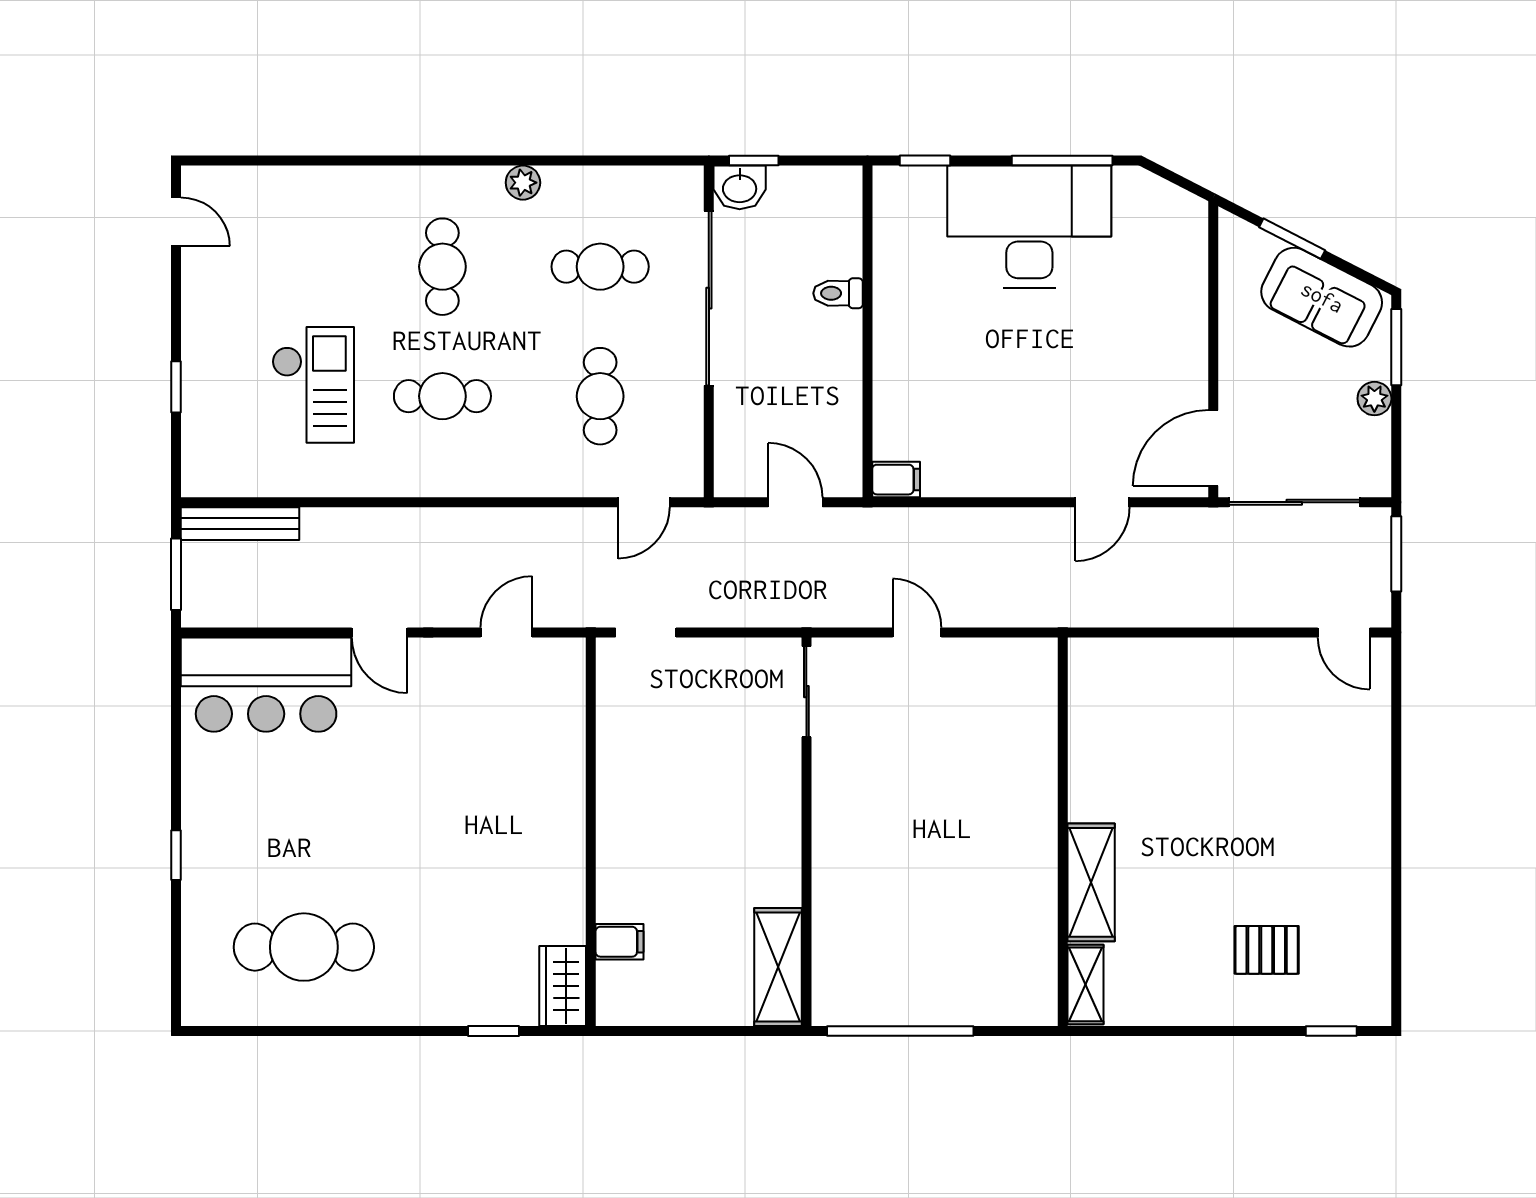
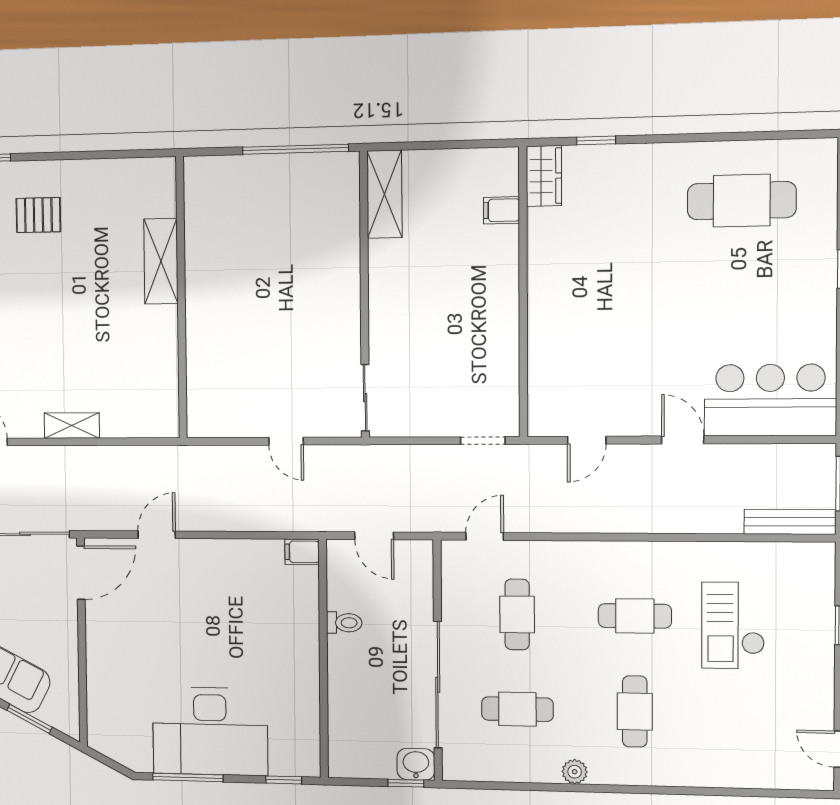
toilet: (838, 293) -> (344, 623), moved
shelving: (1085, 984) -> (72, 426), moved, turned 90

